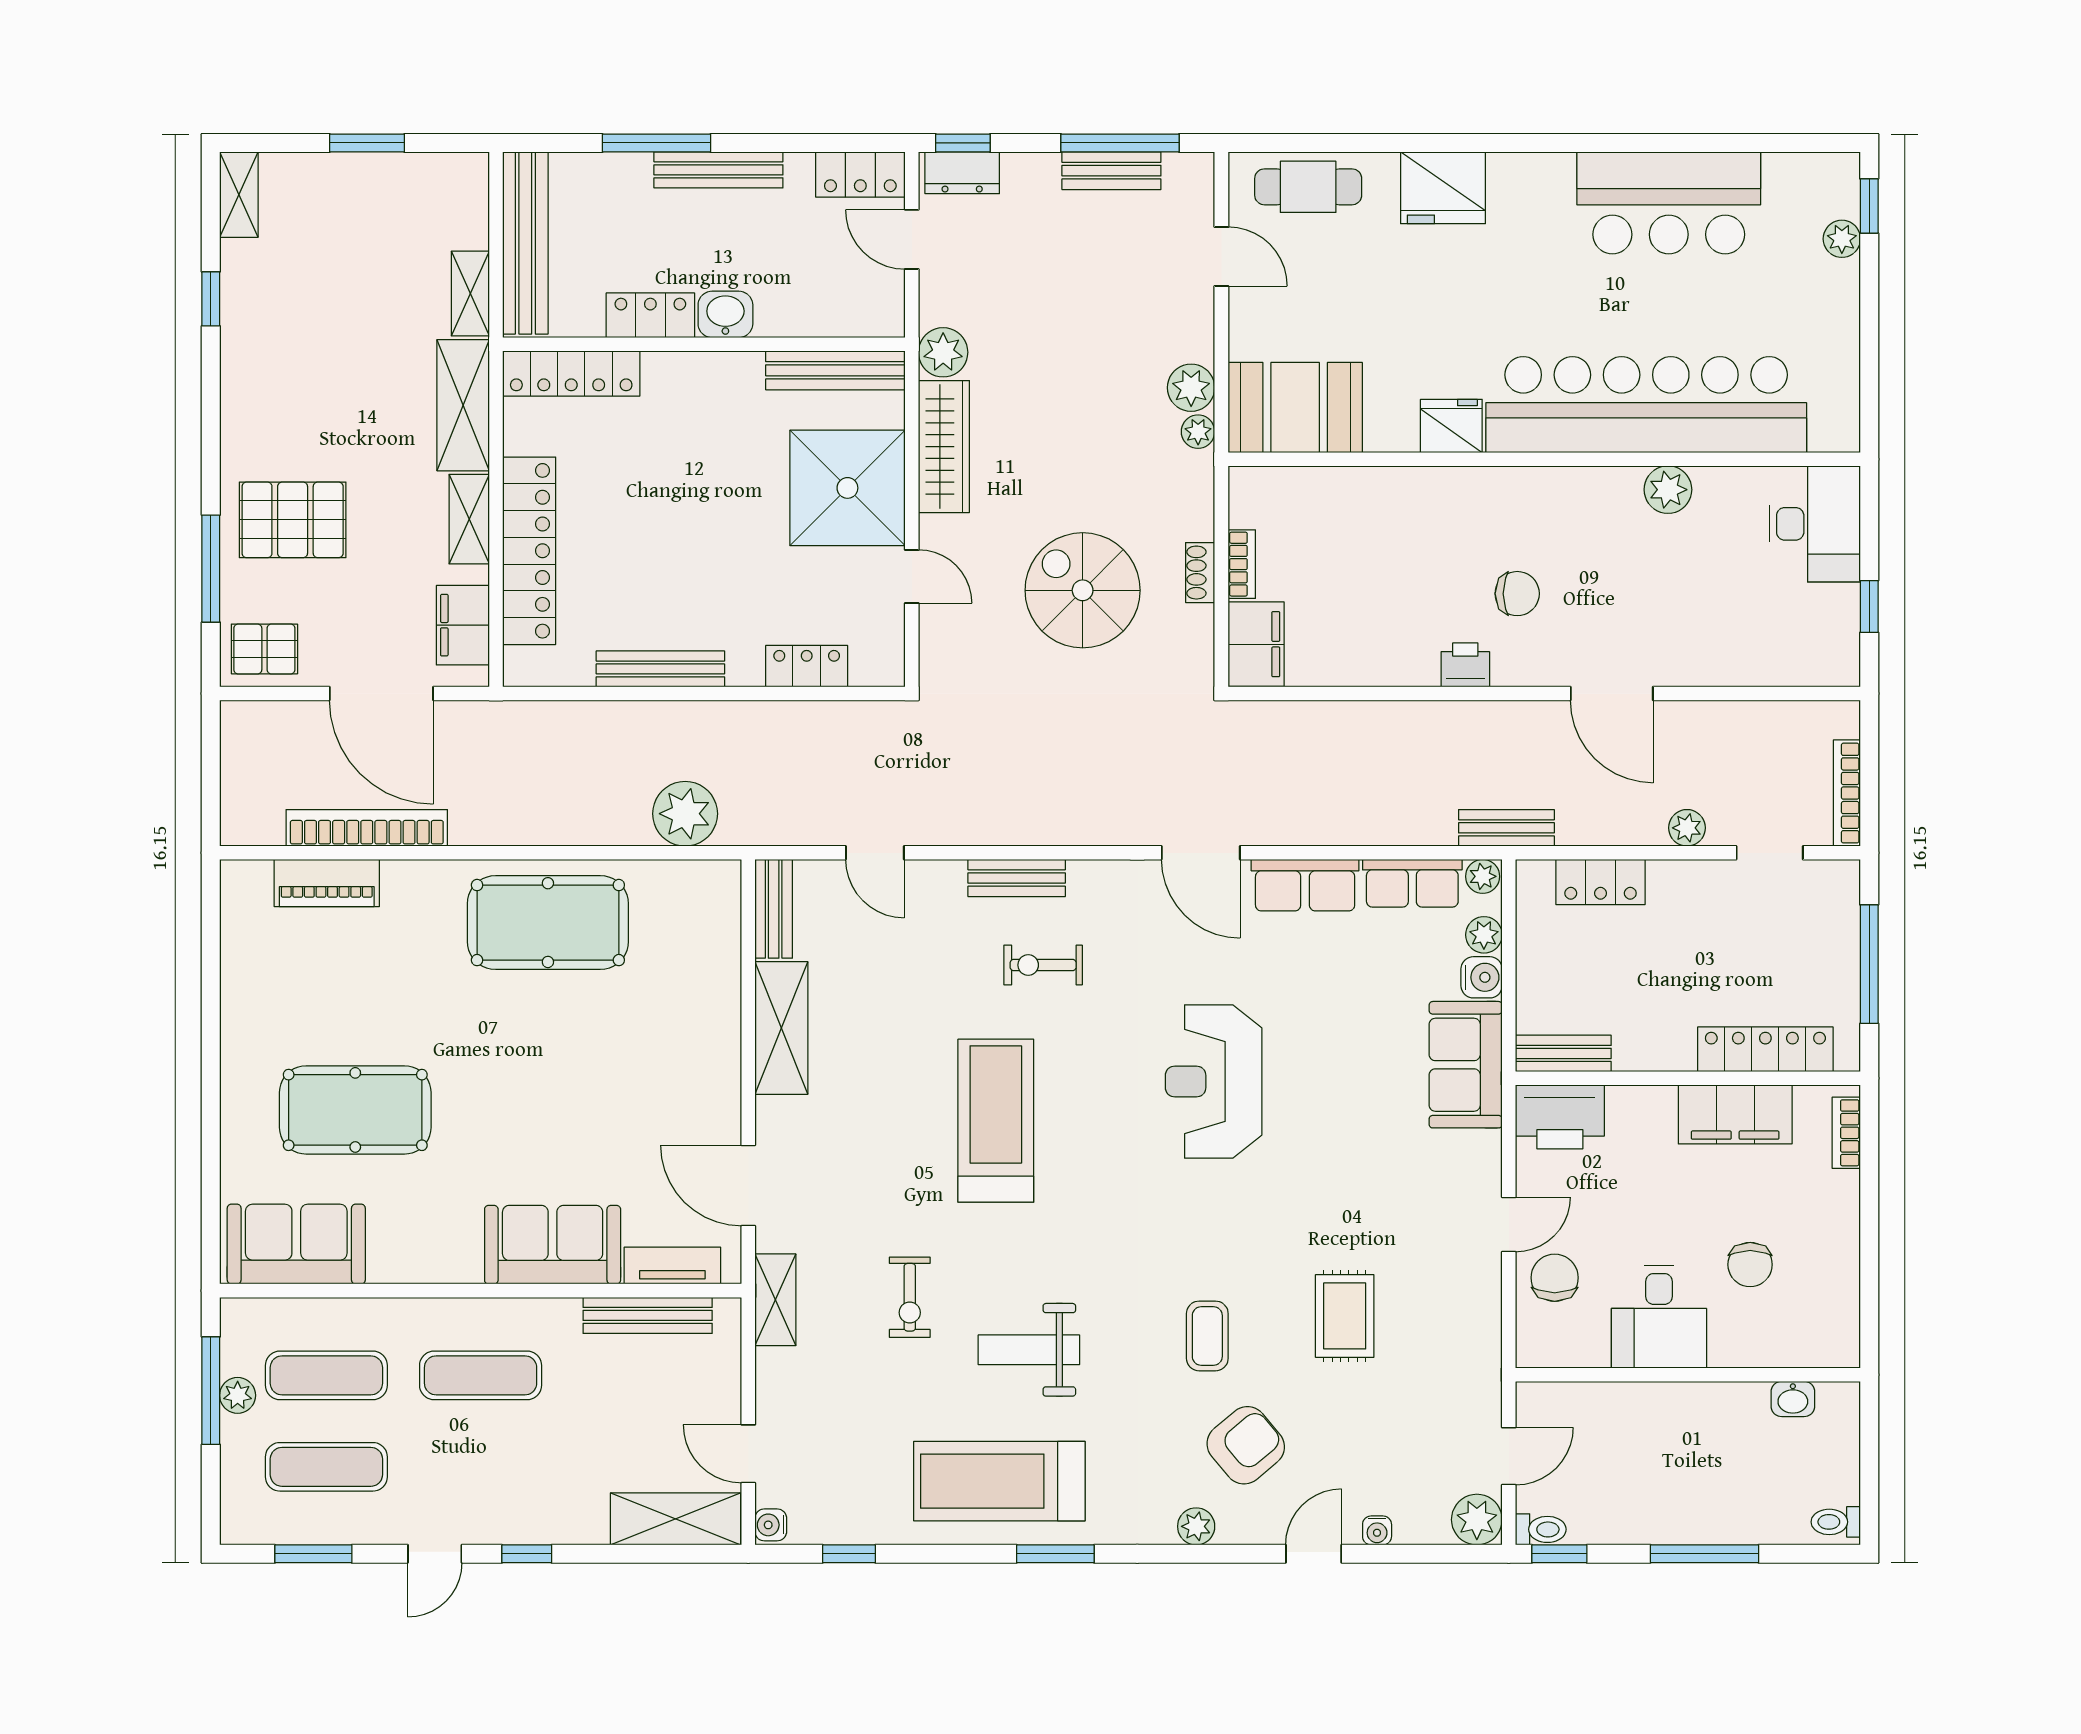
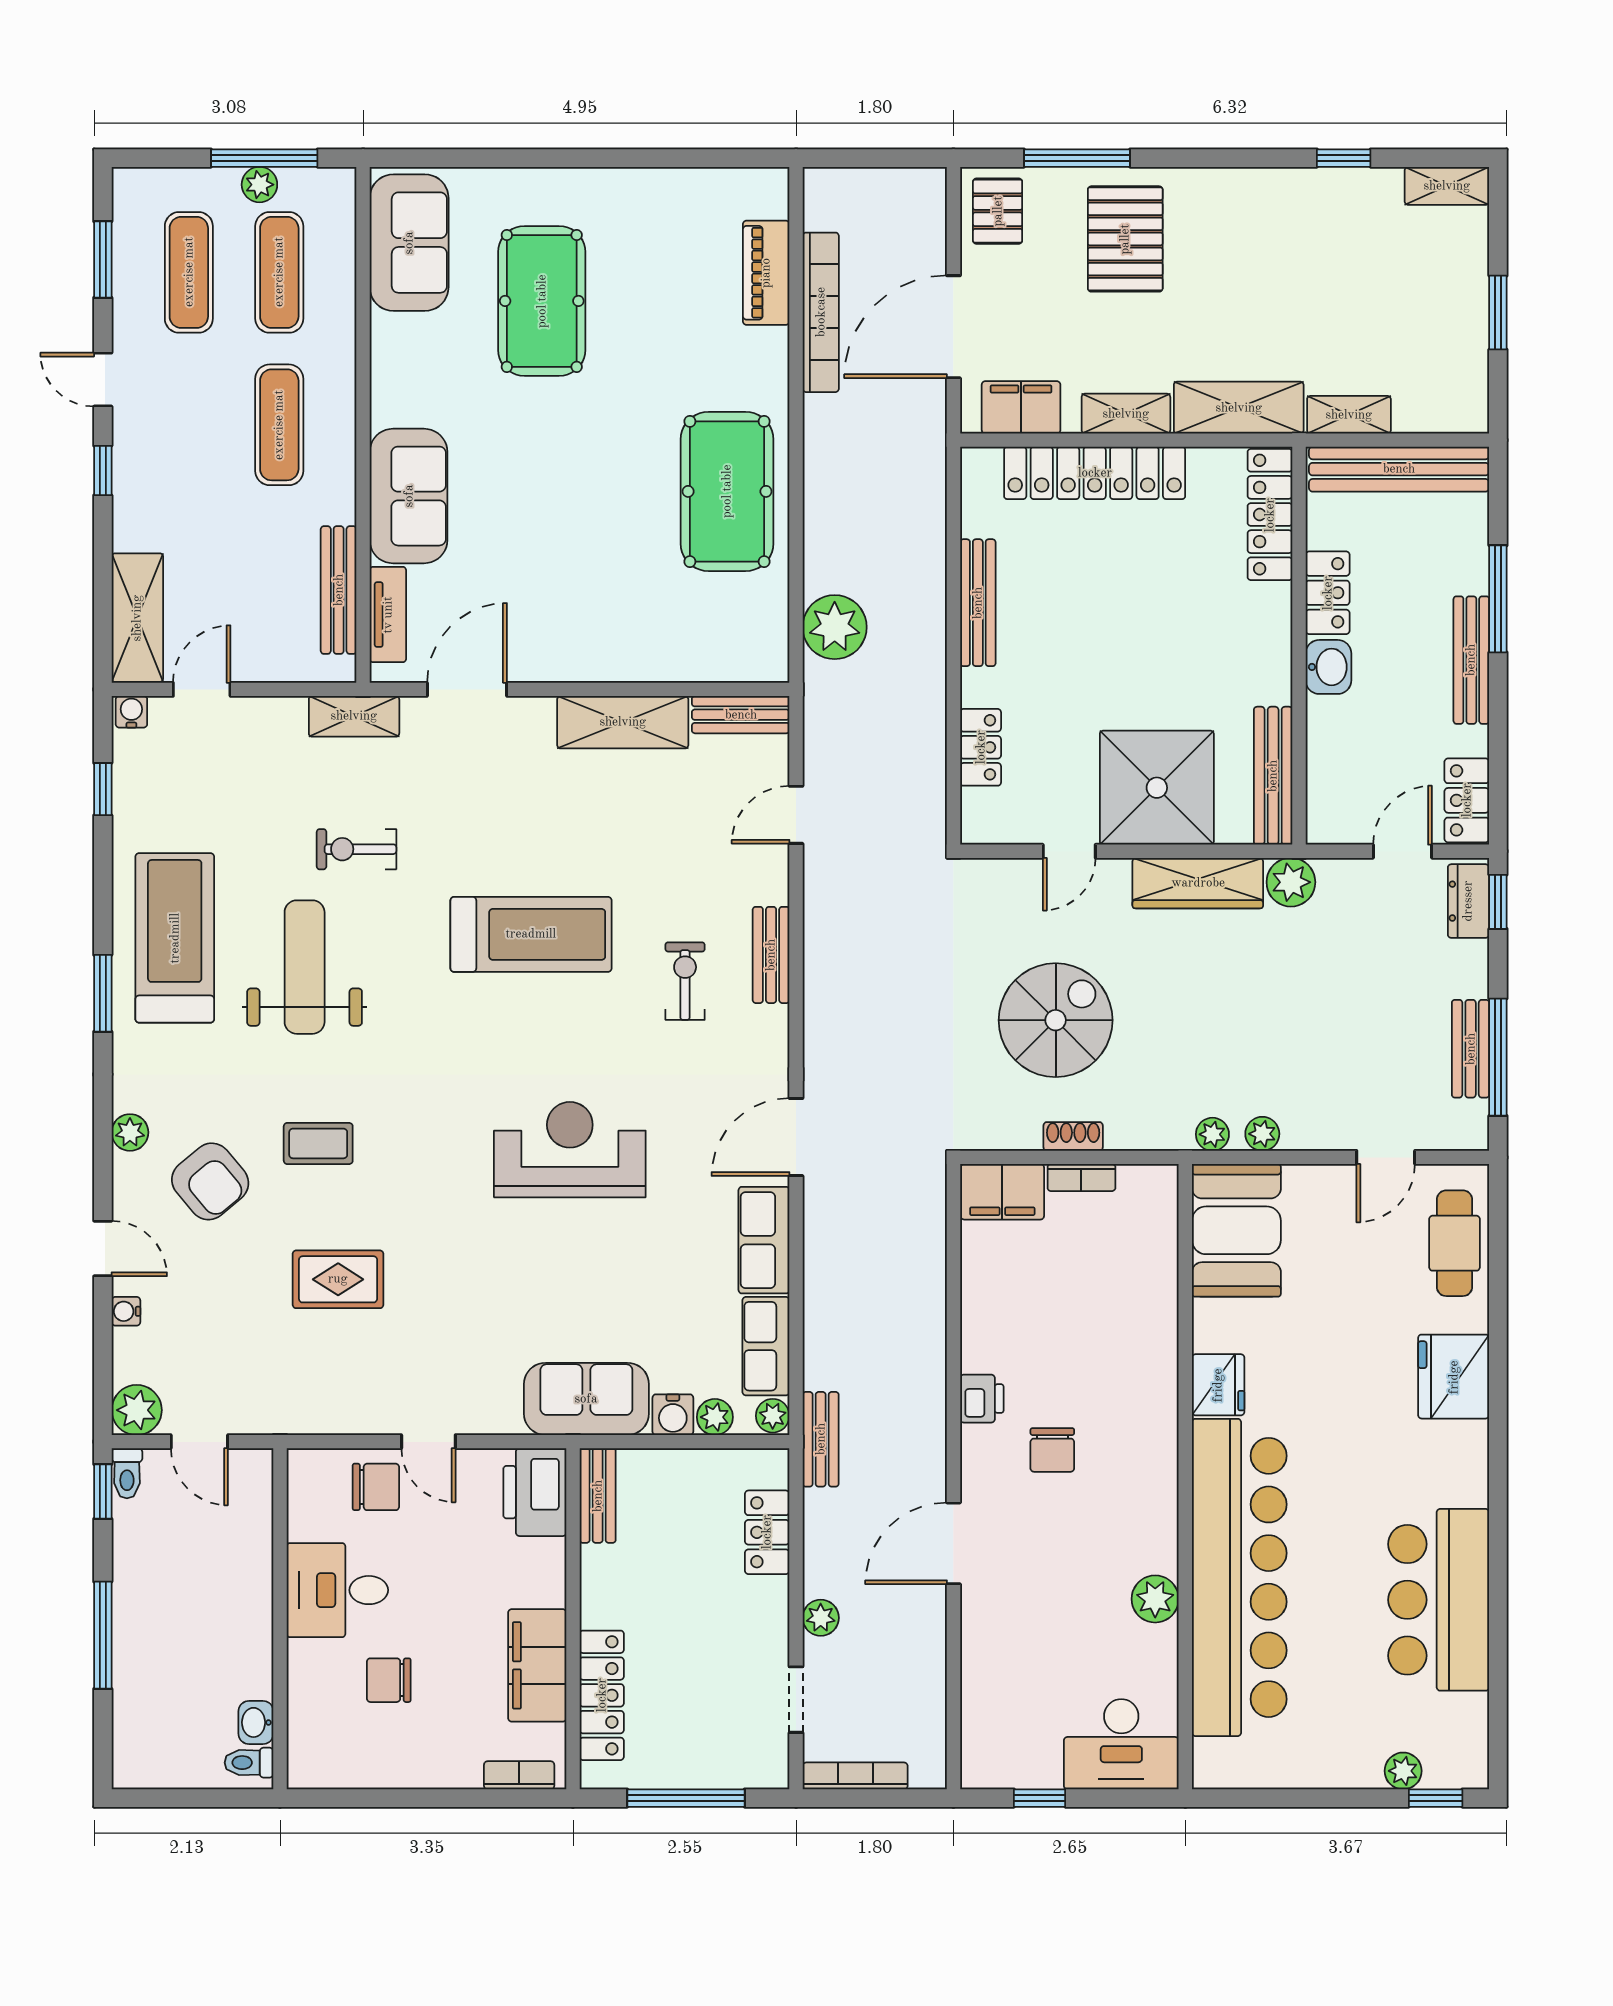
plant: (1191, 388) -> (1262, 1134), width x0.73, depth x0.73
weight bench: (1029, 1350) -> (305, 967), width x1.36, depth x1.33
toilet: (1836, 1522) -> (249, 1763), moved, turned -90

